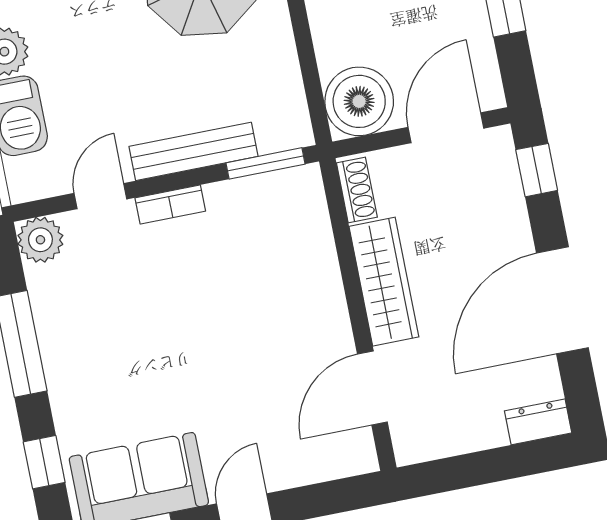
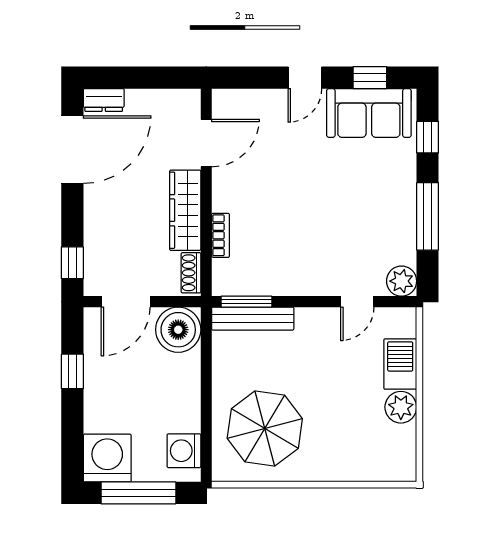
bench: (193, 151) -> (253, 319), moved
bookcase: (170, 204) -> (221, 235), moved, turned 90
door: (562, 300) -> (72, 150), moved

